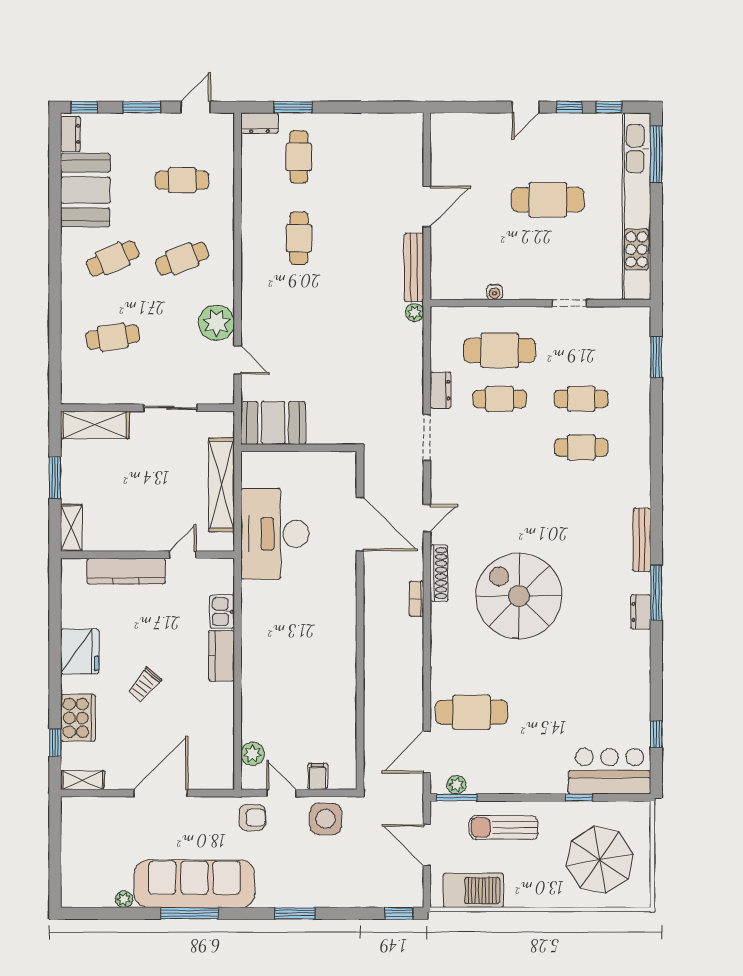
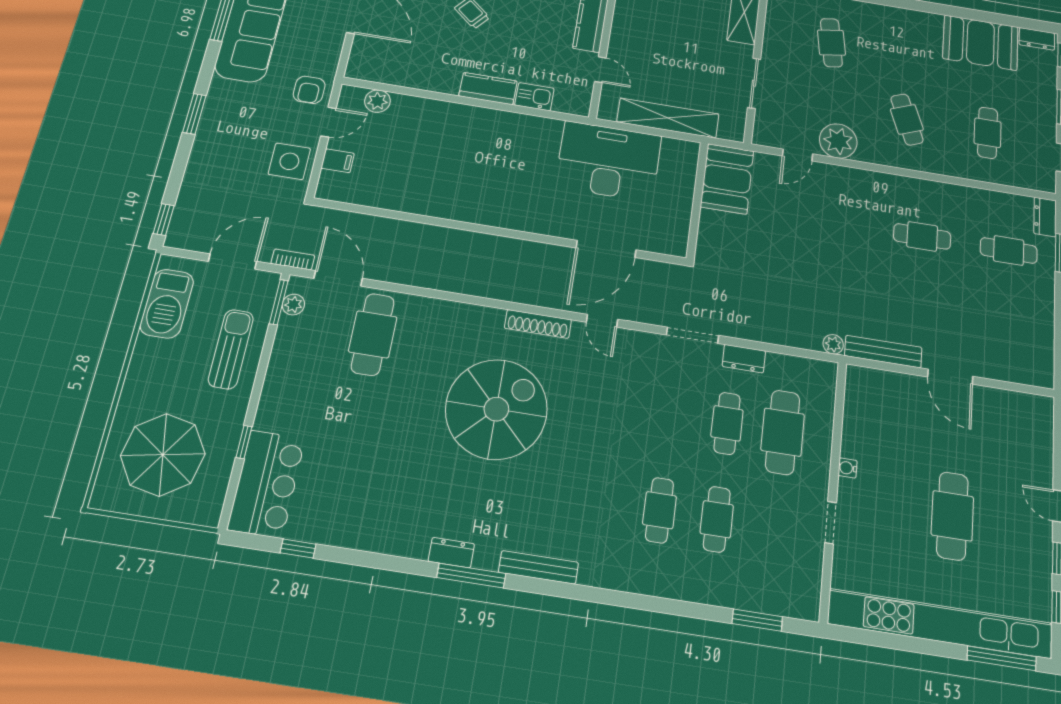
cafe table: (113, 259) -> (911, 56), removed
water cooler: (495, 292) -> (848, 468), moved
bookcase: (416, 599) -> (293, 259), moved

